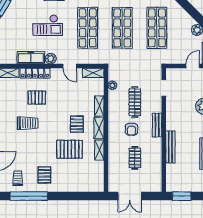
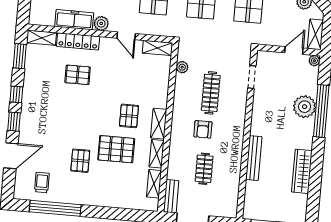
shelving: (99, 106) -> (154, 184), moved
trolley: (28, 123) -> (62, 109), removed
bench: (157, 125) -> (171, 196), moved
pallet: (44, 175) -> (80, 161), moved

